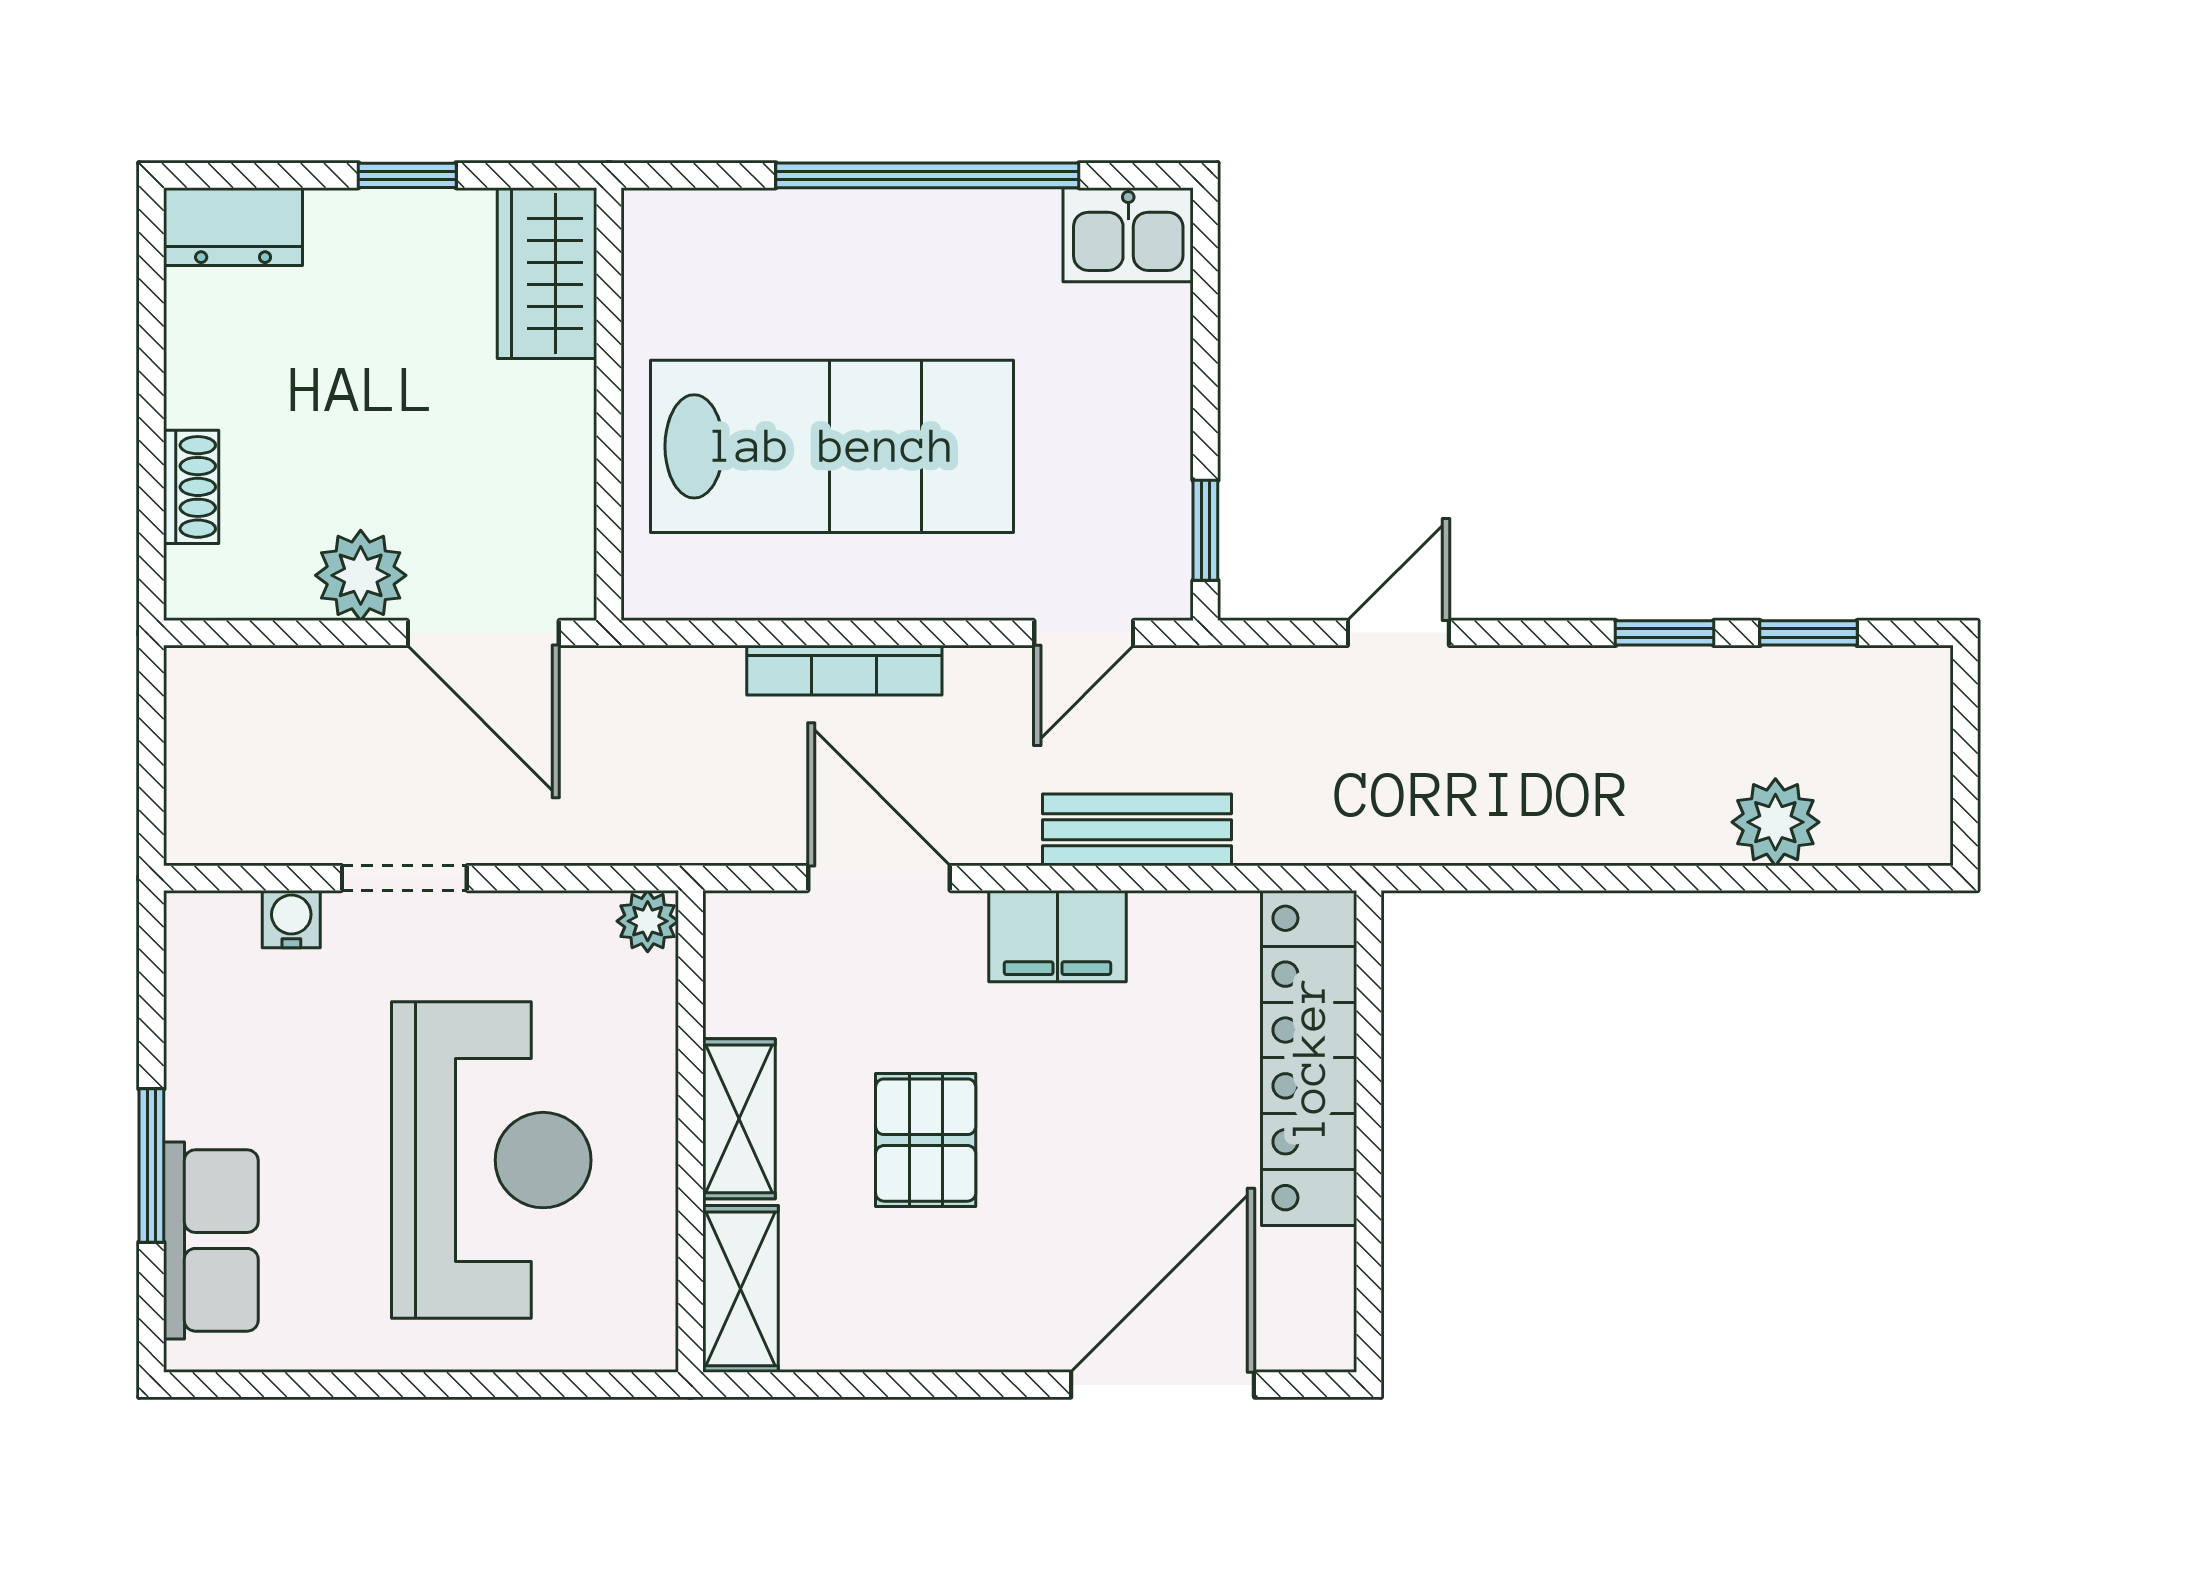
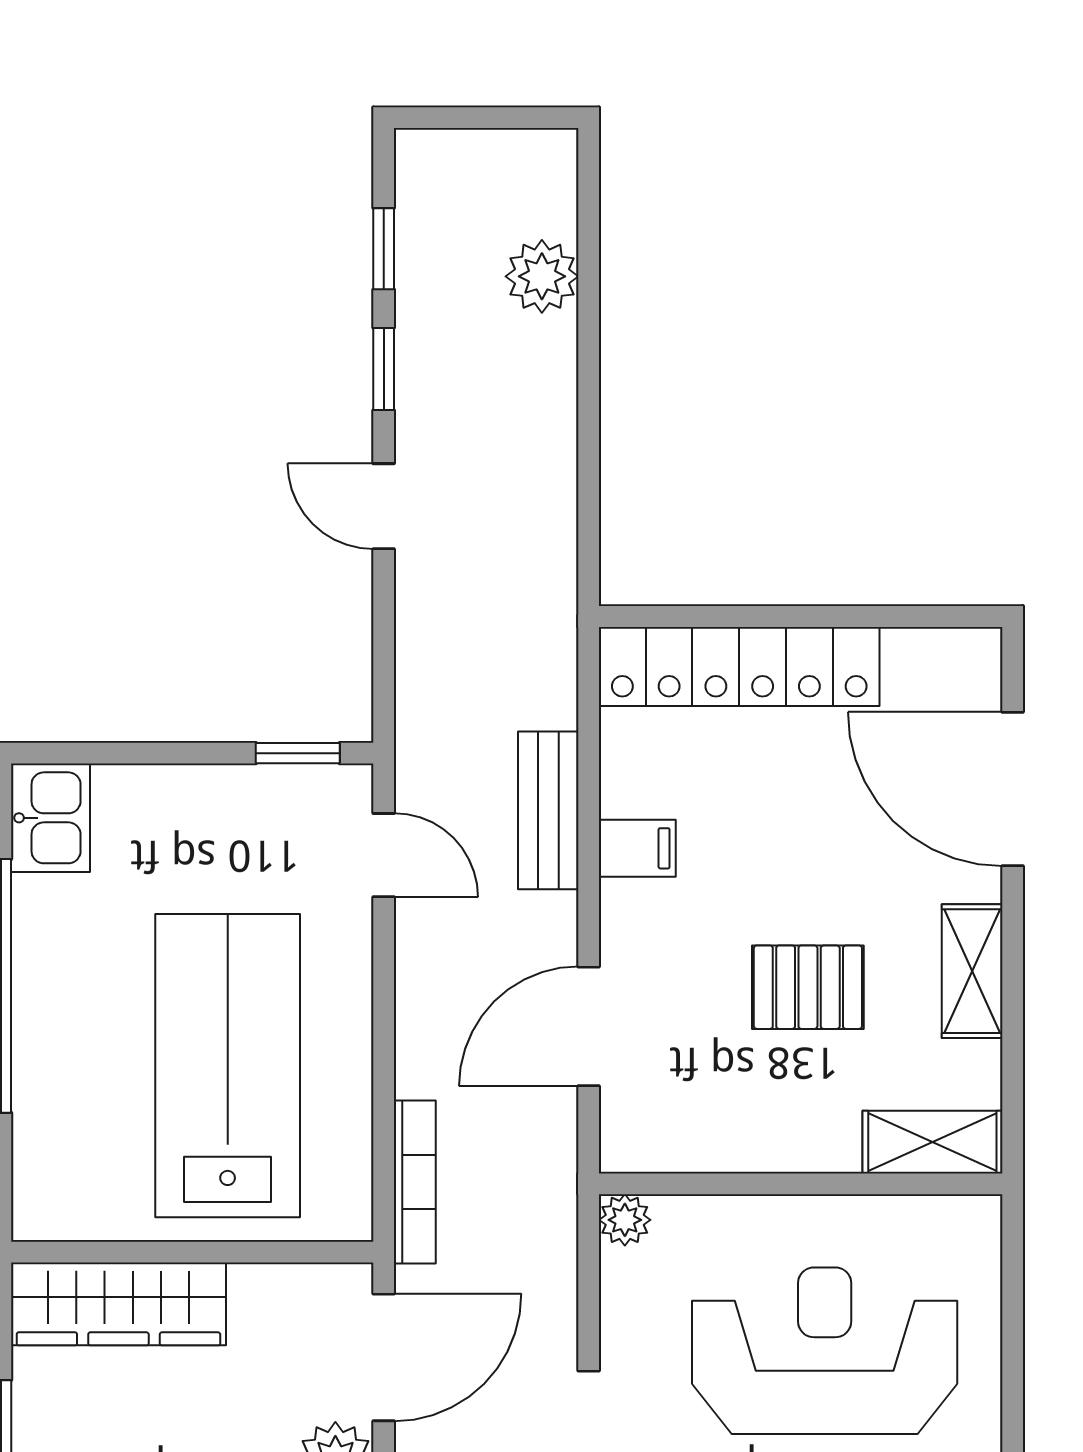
wardrobe: (547, 273) -> (118, 1304), width x1.50
door: (1398, 633) -> (384, 506), moved
bookcase: (844, 670) -> (415, 1182), moved
filing cabinet: (1057, 936) -> (637, 848), width x0.50
shelving: (739, 1119) -> (972, 971), moved, turned 90

